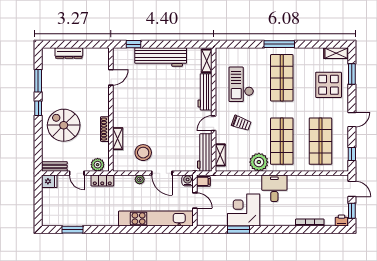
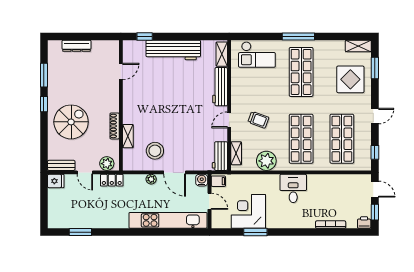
checkout: (241, 84) -> (257, 55), moved, turned -90
spiral stairs: (64, 125) -> (71, 122), turned 90
workbench: (205, 152) -> (220, 156), width x0.73
plant: (259, 162) -> (266, 161), moved
corner desk: (244, 210) -> (248, 211), moved

